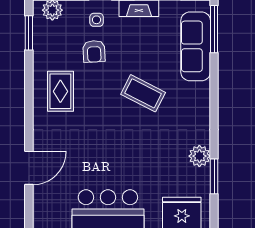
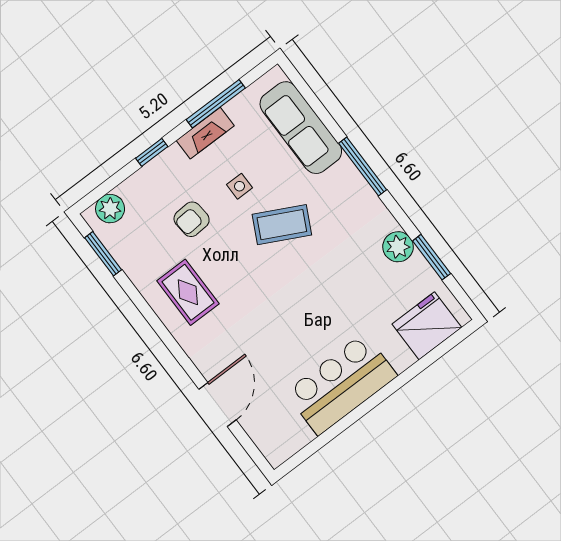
side table: (97, 20) -> (240, 186), moved
window: (214, 29) -> (363, 166), moved
armchair: (94, 51) -> (192, 219), turned 89

